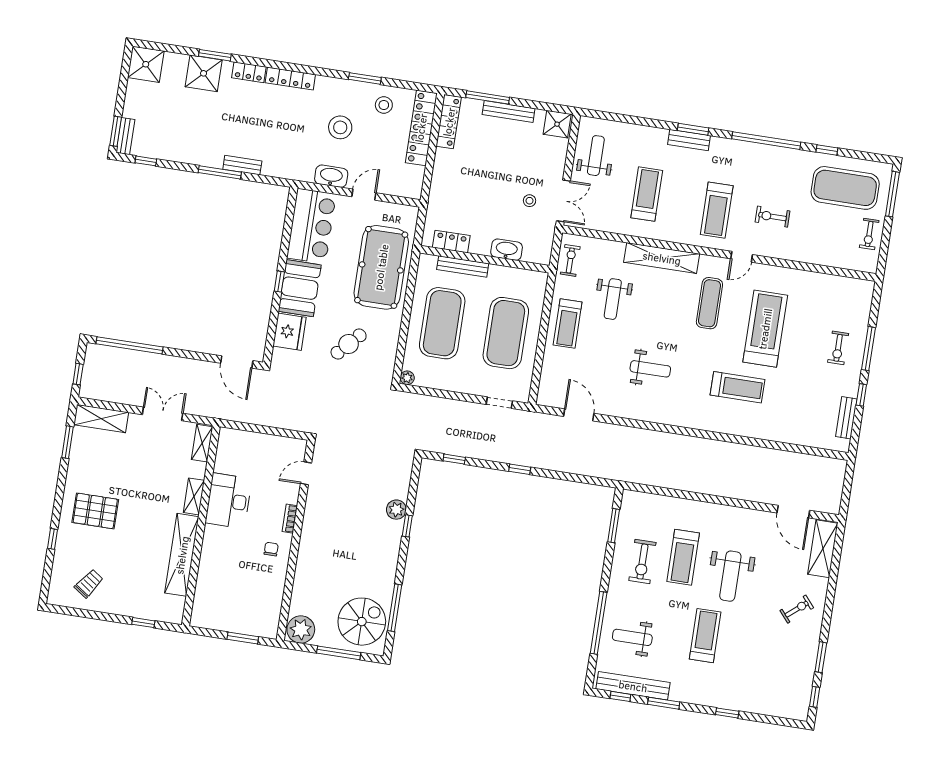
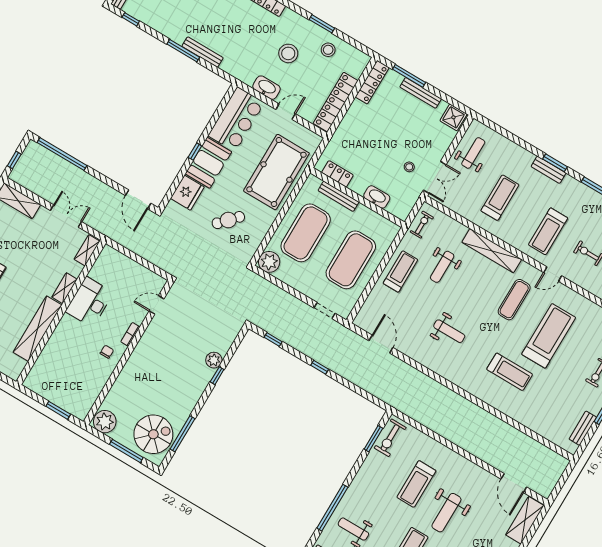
locker: (421, 128) -> (336, 102), moved
bench: (242, 165) -> (203, 52), width x1.36
treadmill: (568, 323) -> (400, 271), turned 180
plant: (407, 378) -> (269, 262), width x1.88, depth x1.88
exercise bike: (642, 562) -> (390, 438), moved

